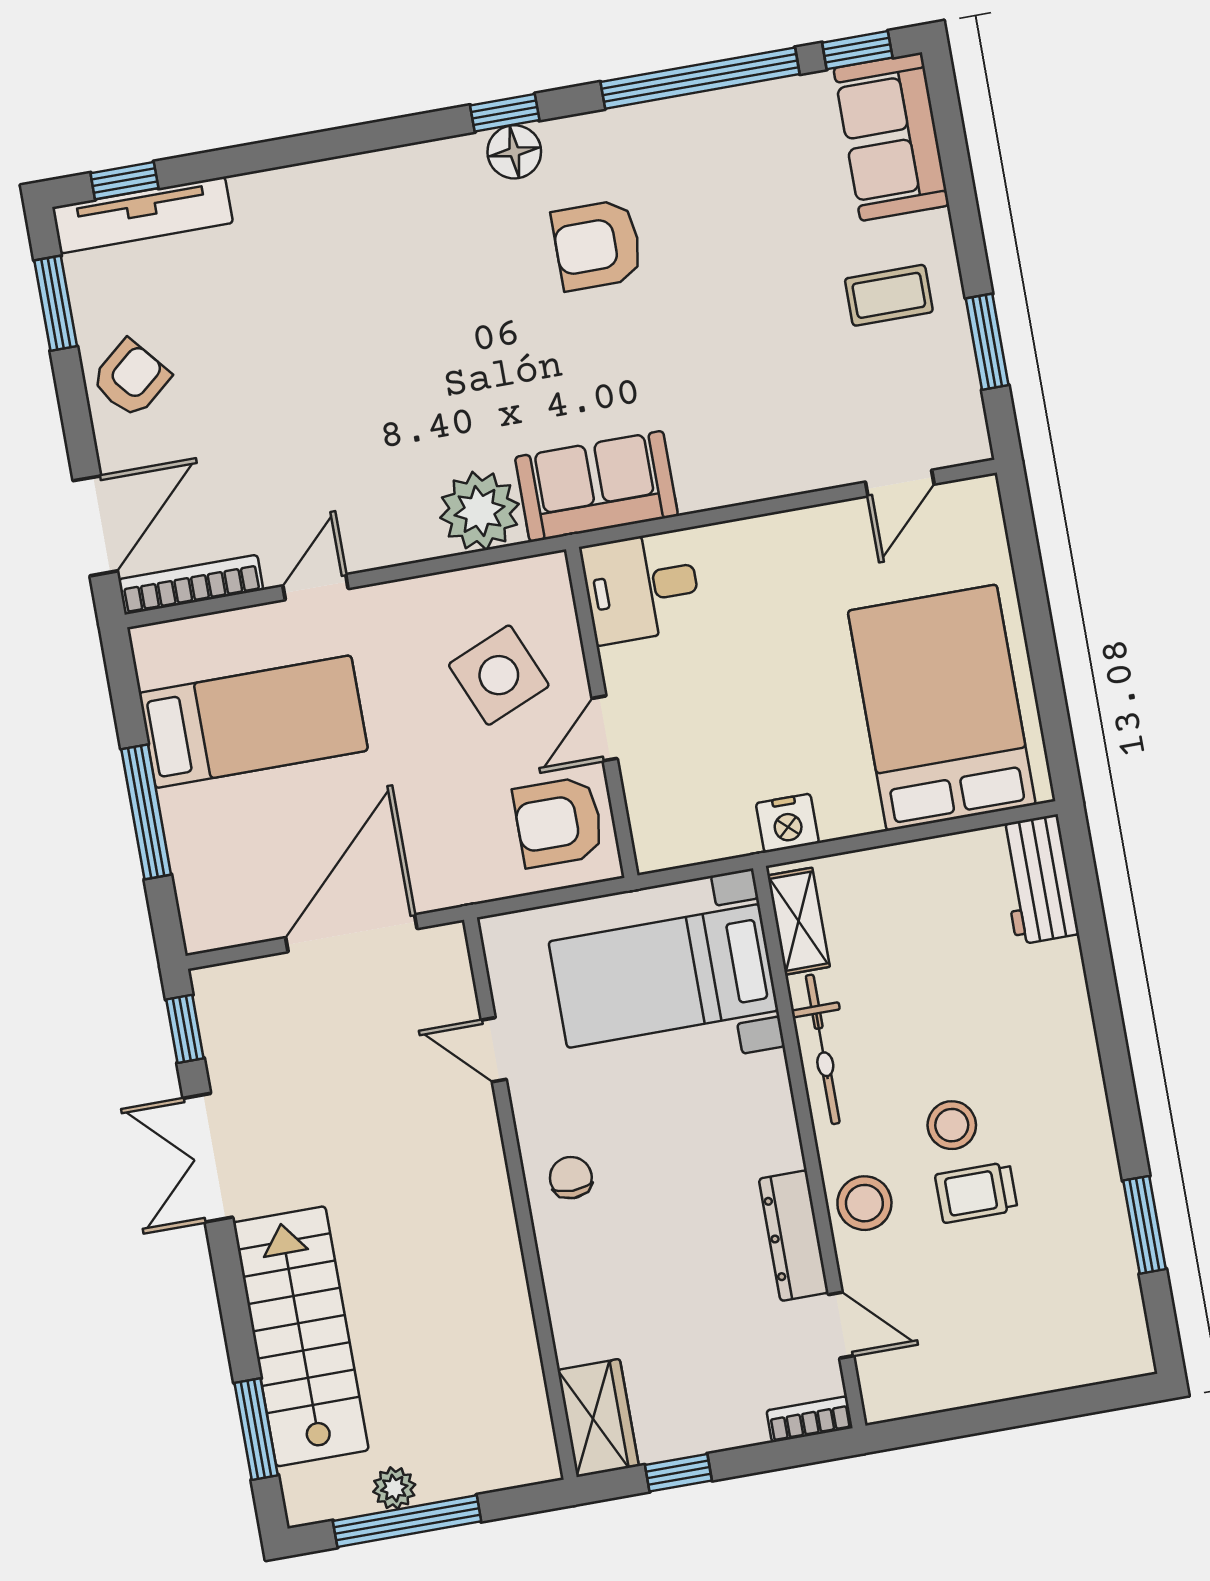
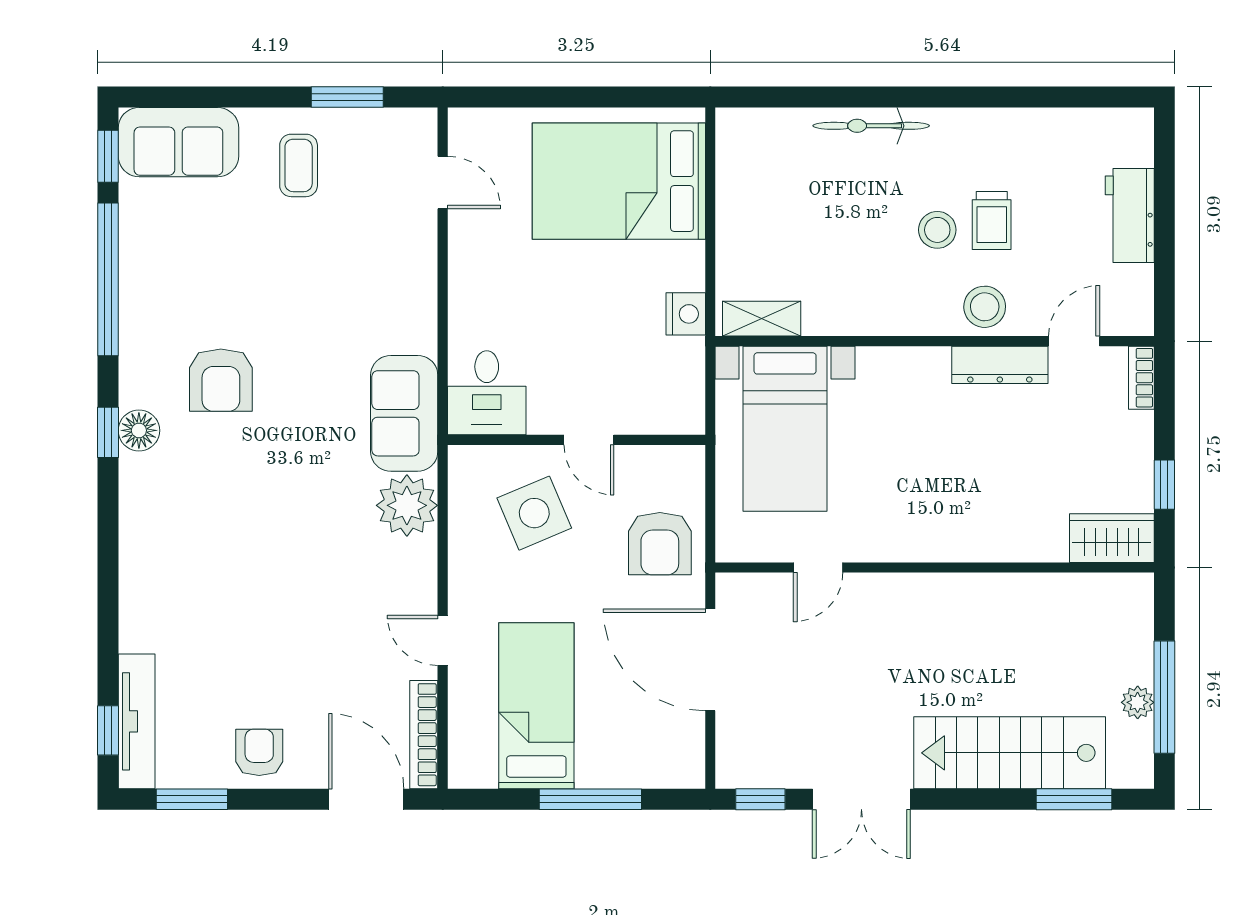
armchair: (131, 379) -> (259, 752), turned 40
armchair: (559, 822) -> (660, 544), moved
workbench: (1037, 880) -> (1130, 216), moved, turned 90
bicycle: (823, 1049) -> (871, 126), moved, turned 180
chair: (571, 1178) -> (926, 526), removed
window: (1145, 1225) -> (1039, 97), removed

